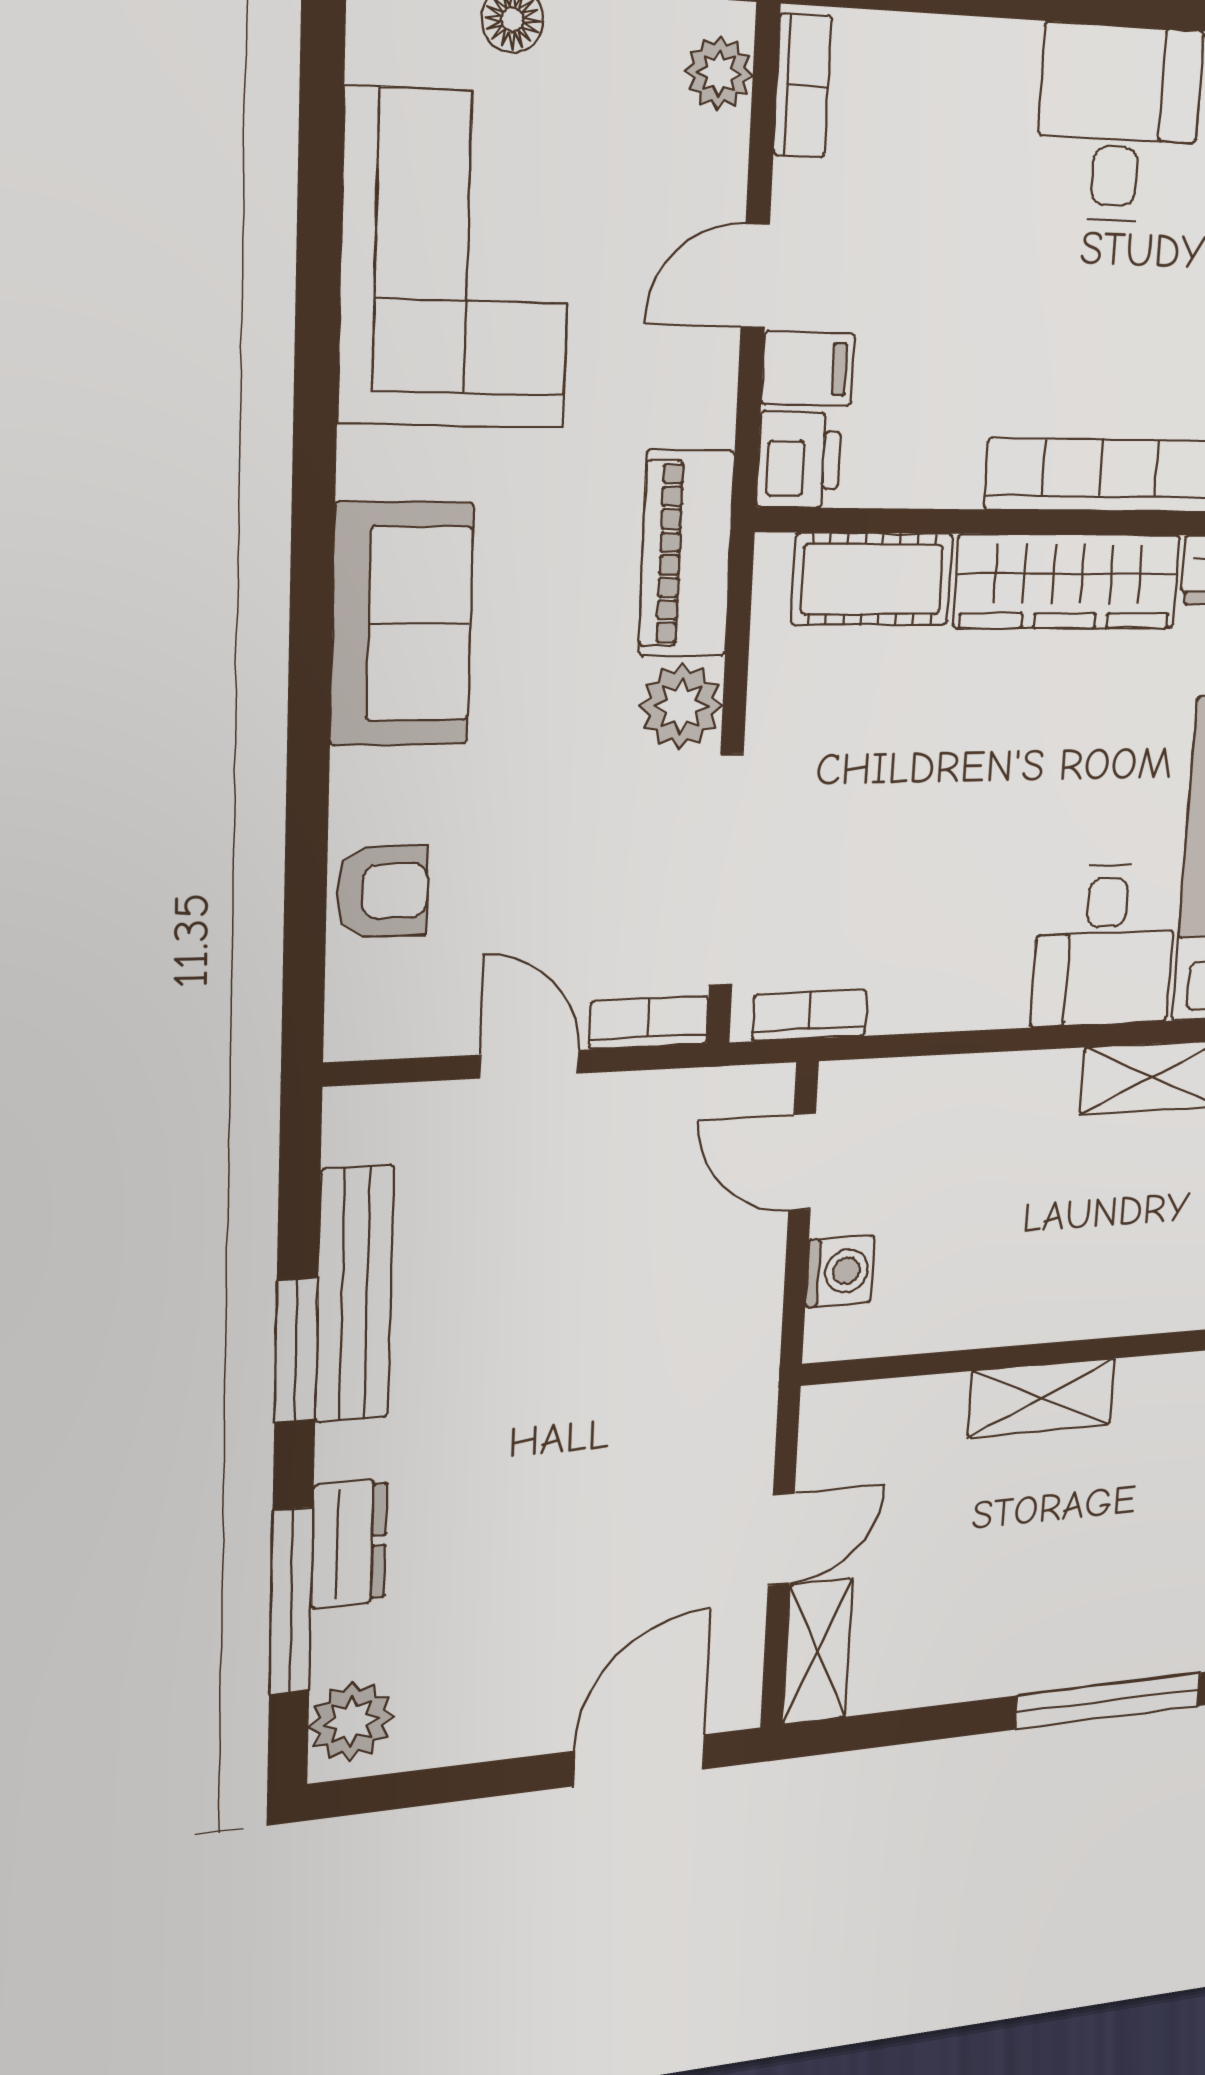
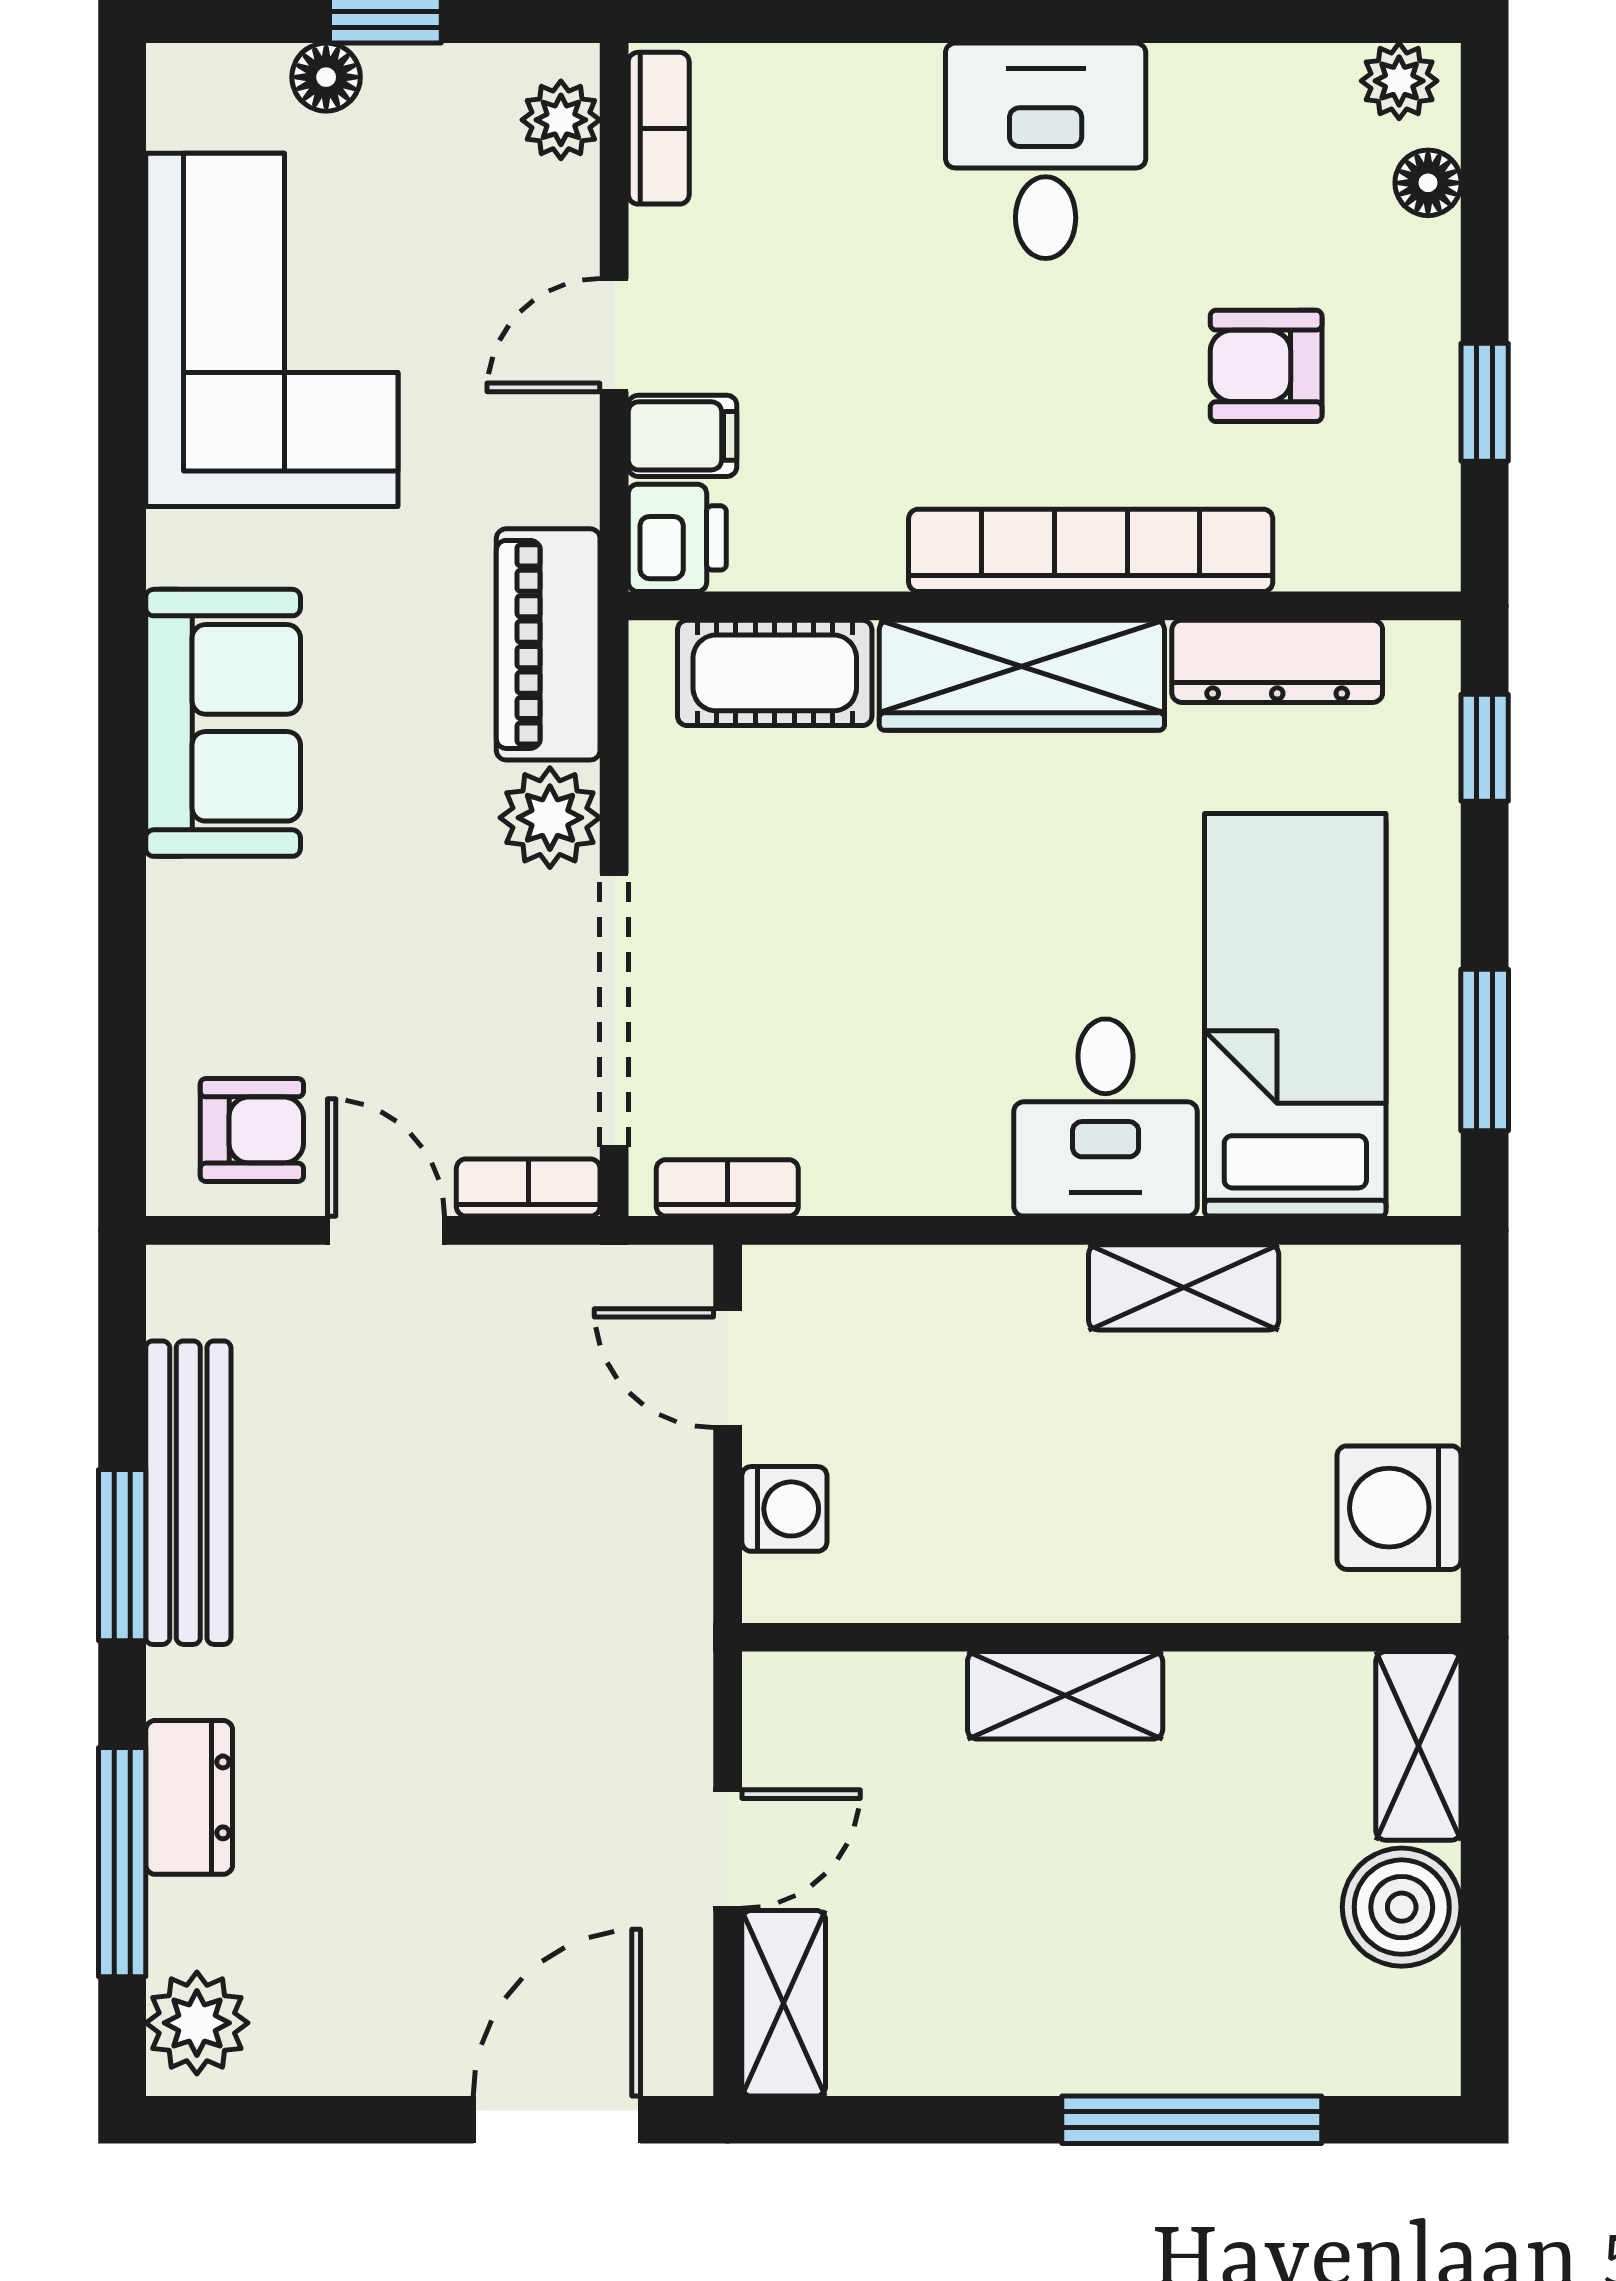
armchair: (382, 891) -> (252, 1130), moved

